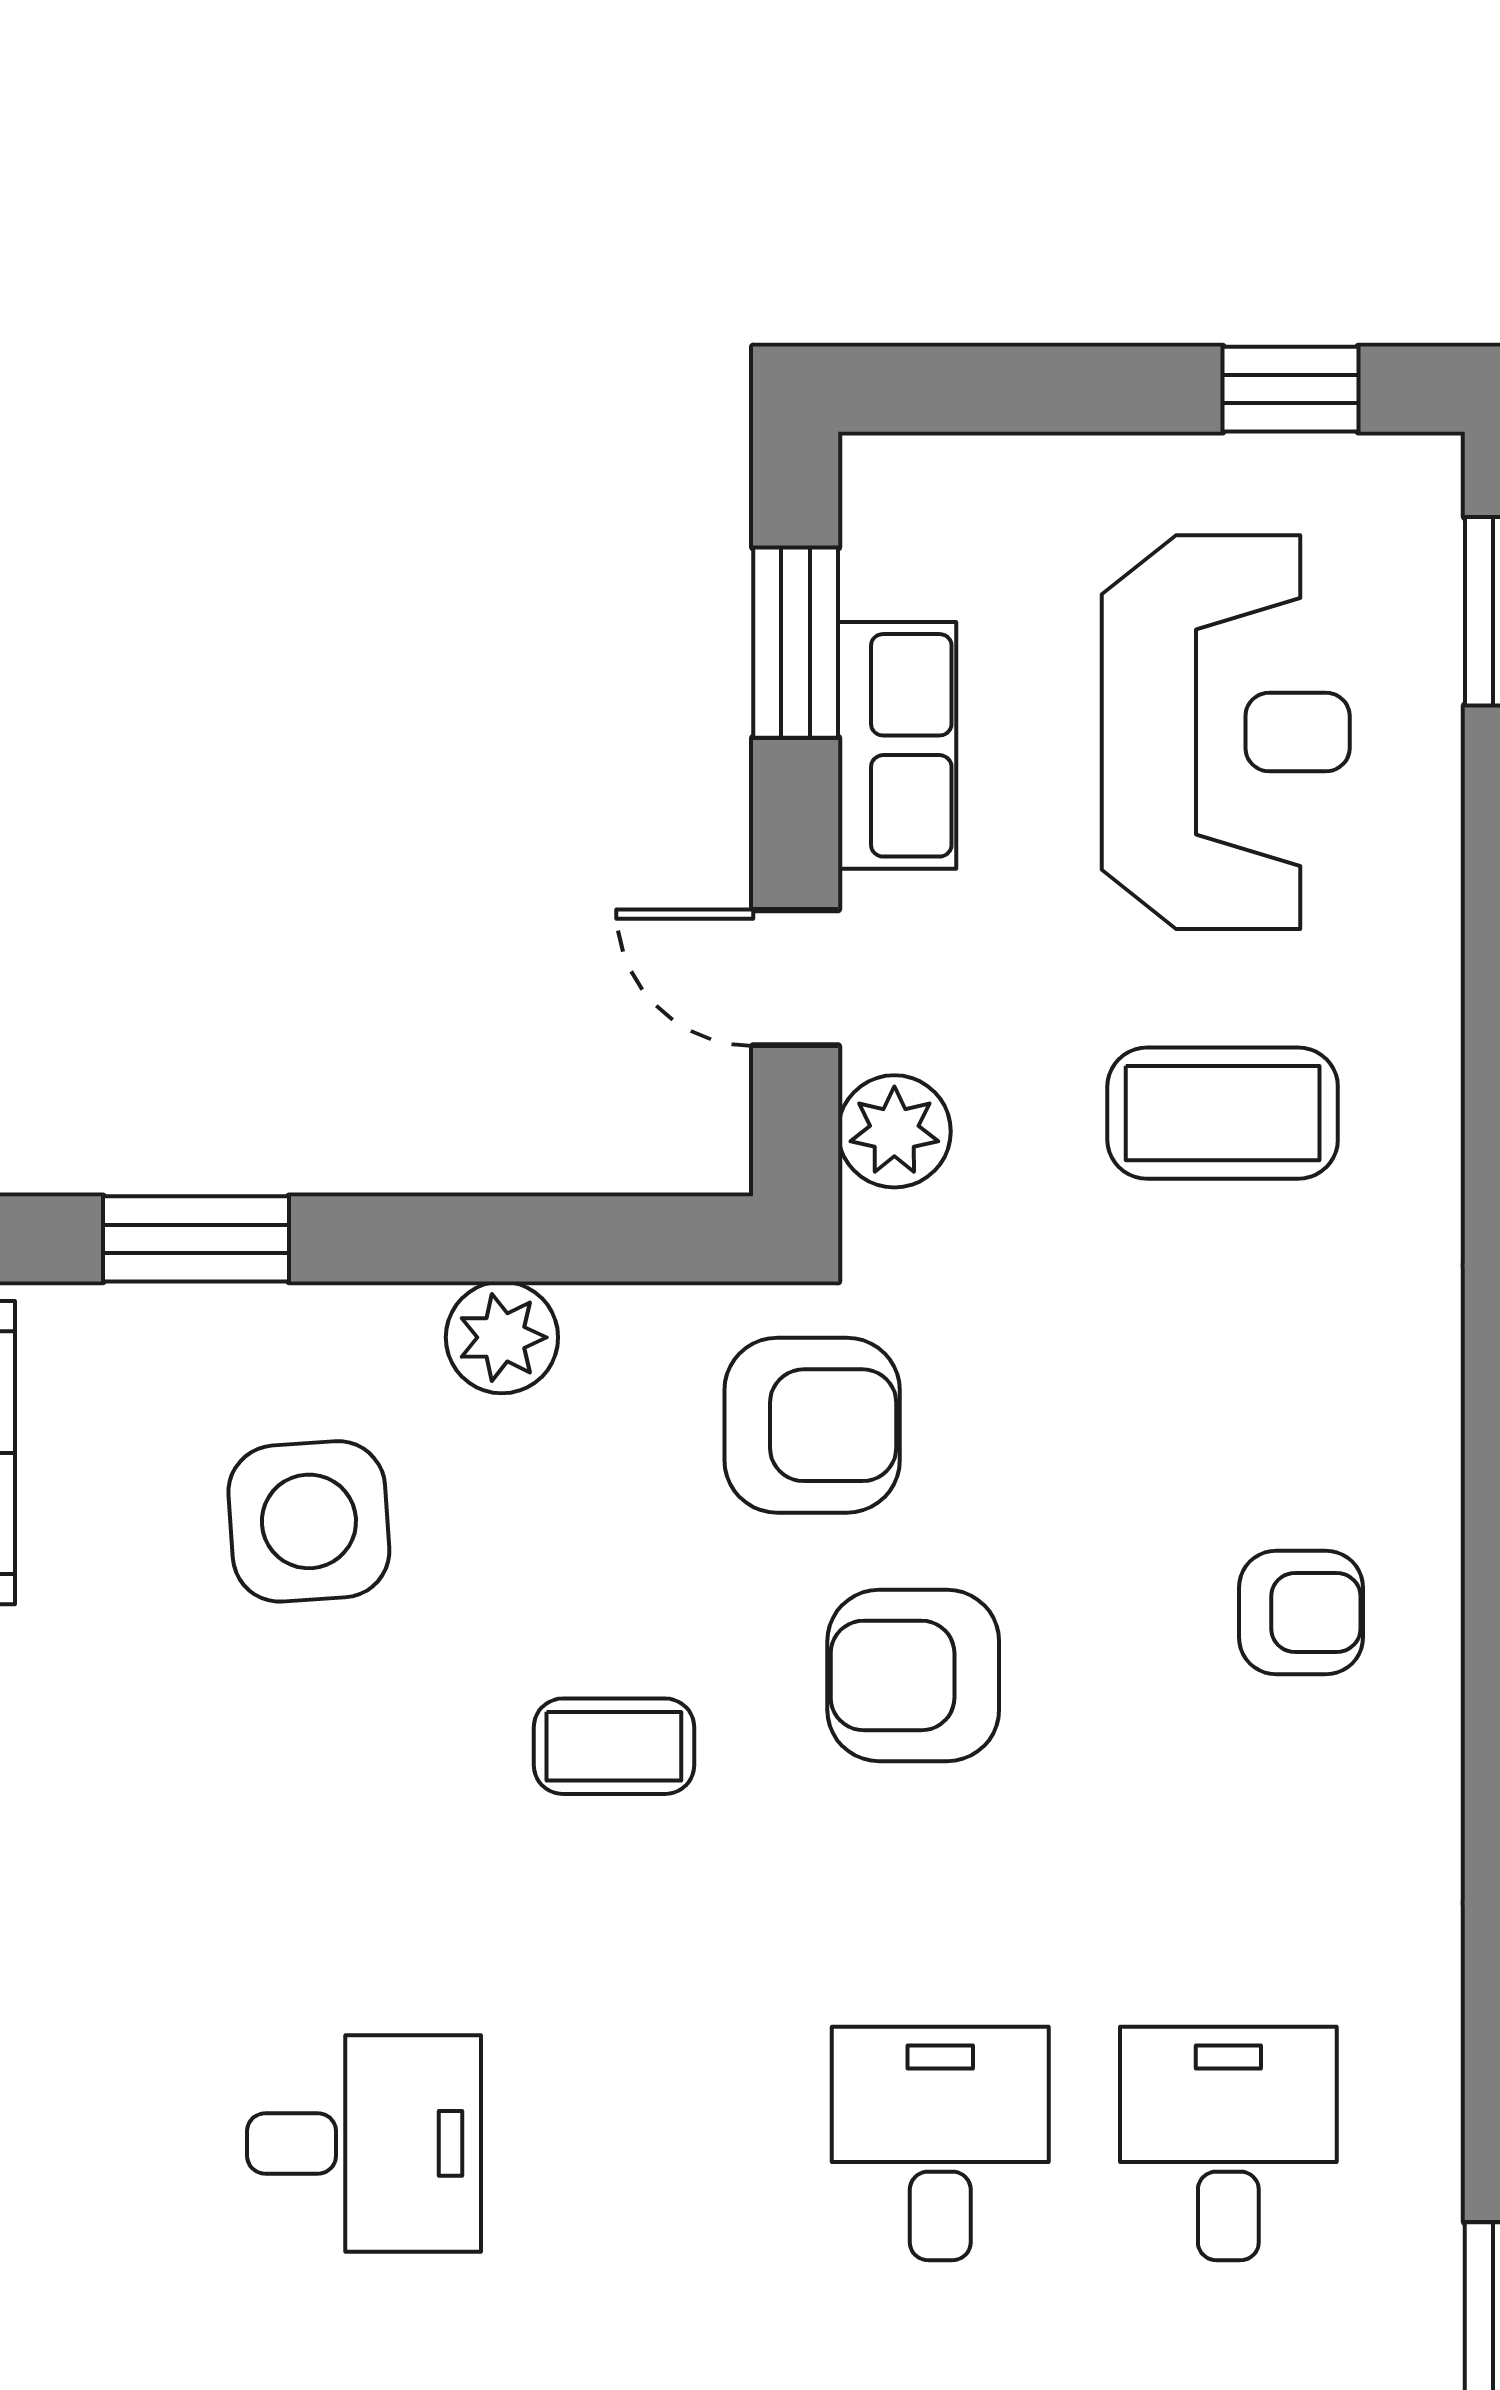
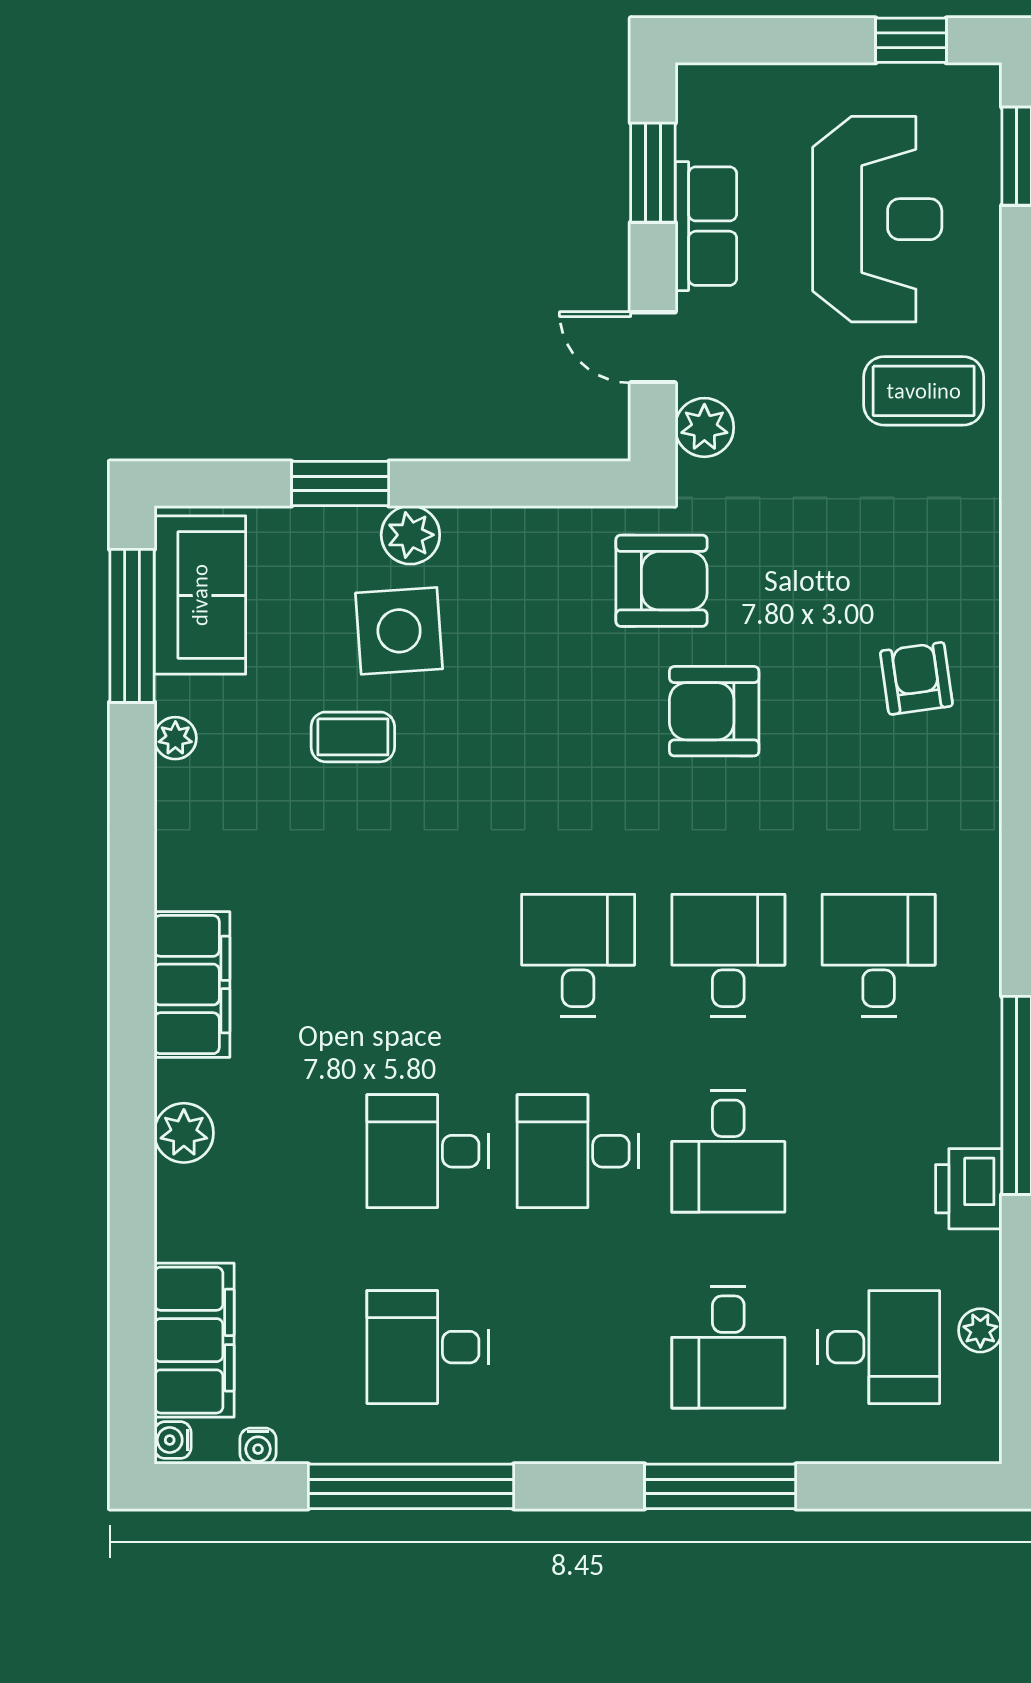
coffee table: (1223, 1113) -> (924, 391), moved
plant: (502, 1337) -> (410, 535), moved
armchair: (1301, 1613) -> (916, 678), turned -98
coffee table: (614, 1746) -> (353, 737), moved
desk: (364, 2143) -> (578, 955), moved, turned -90

